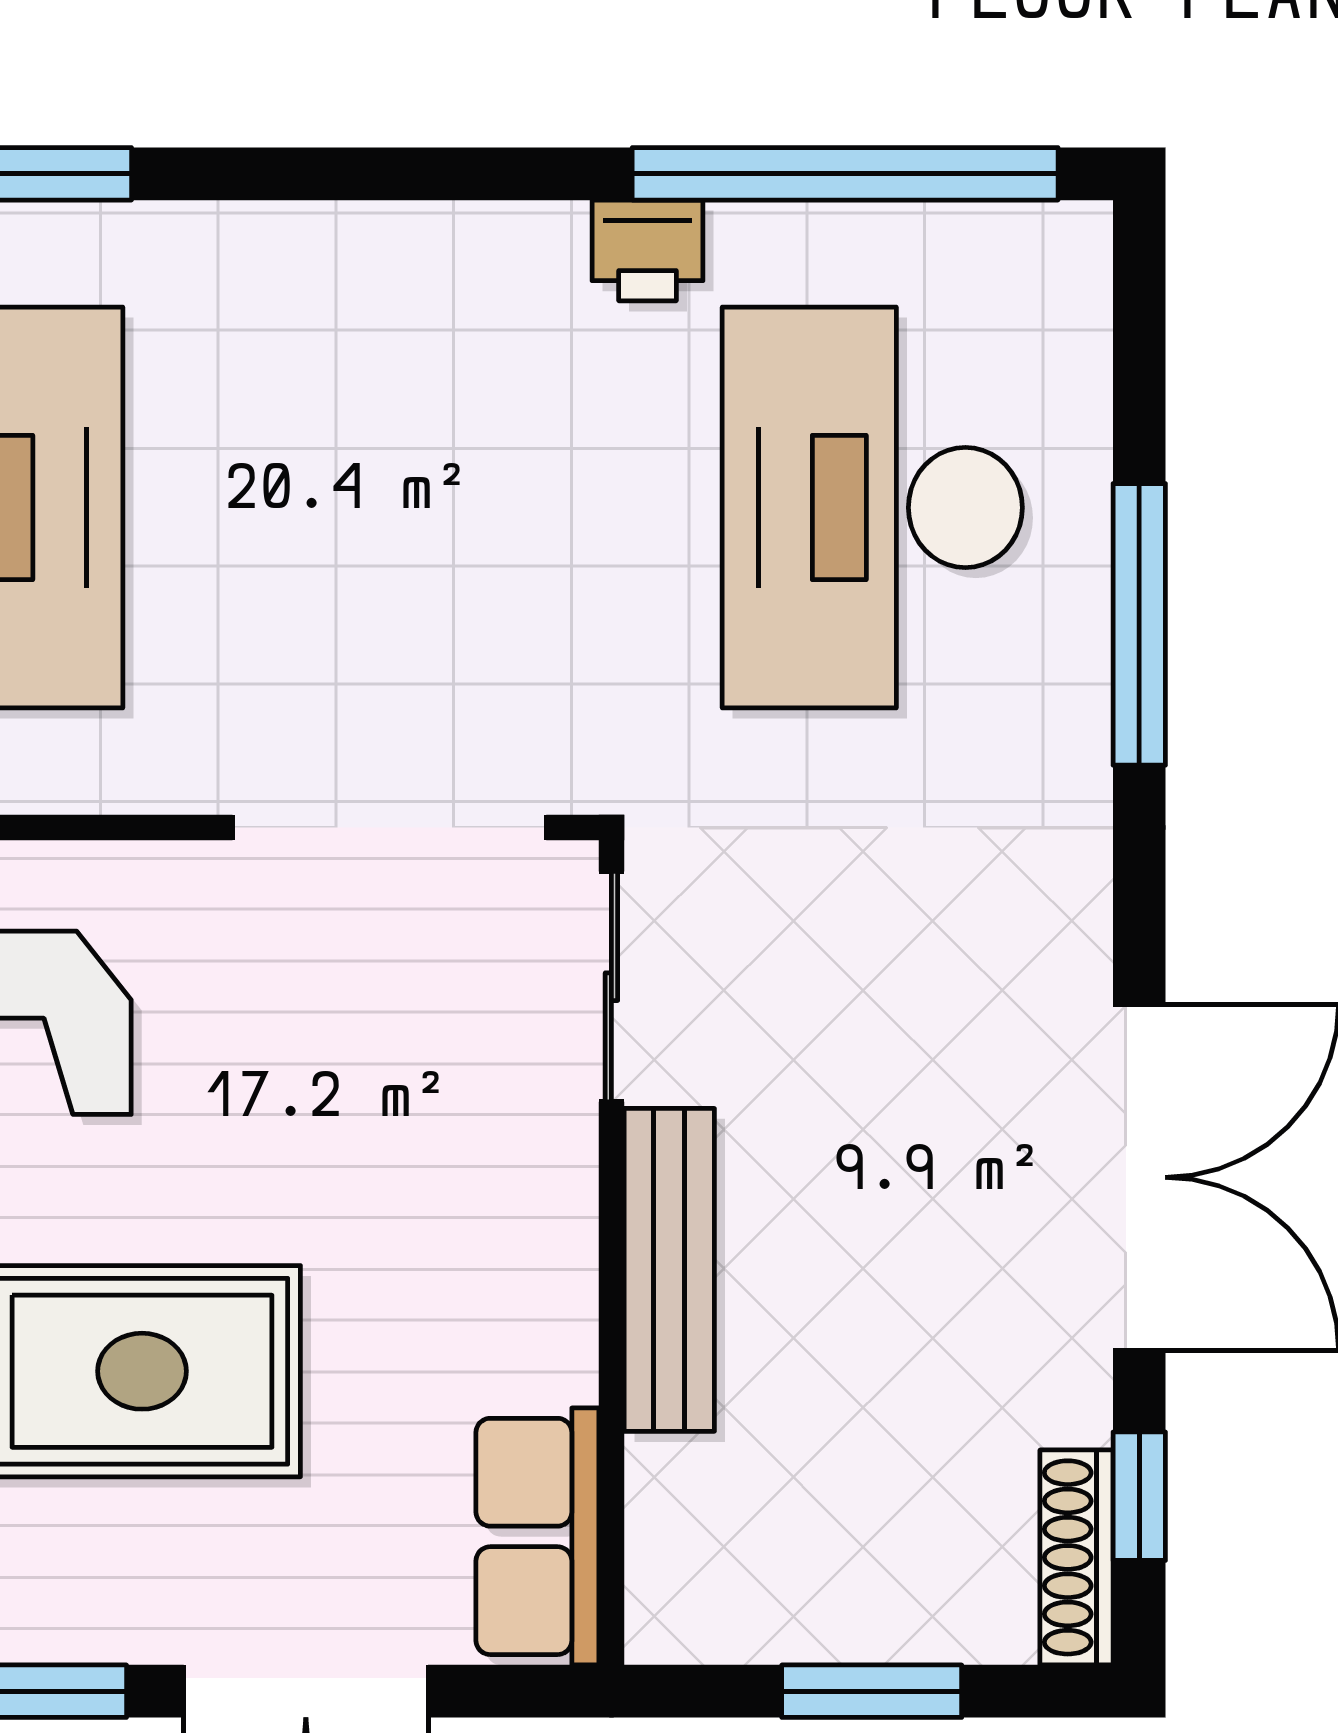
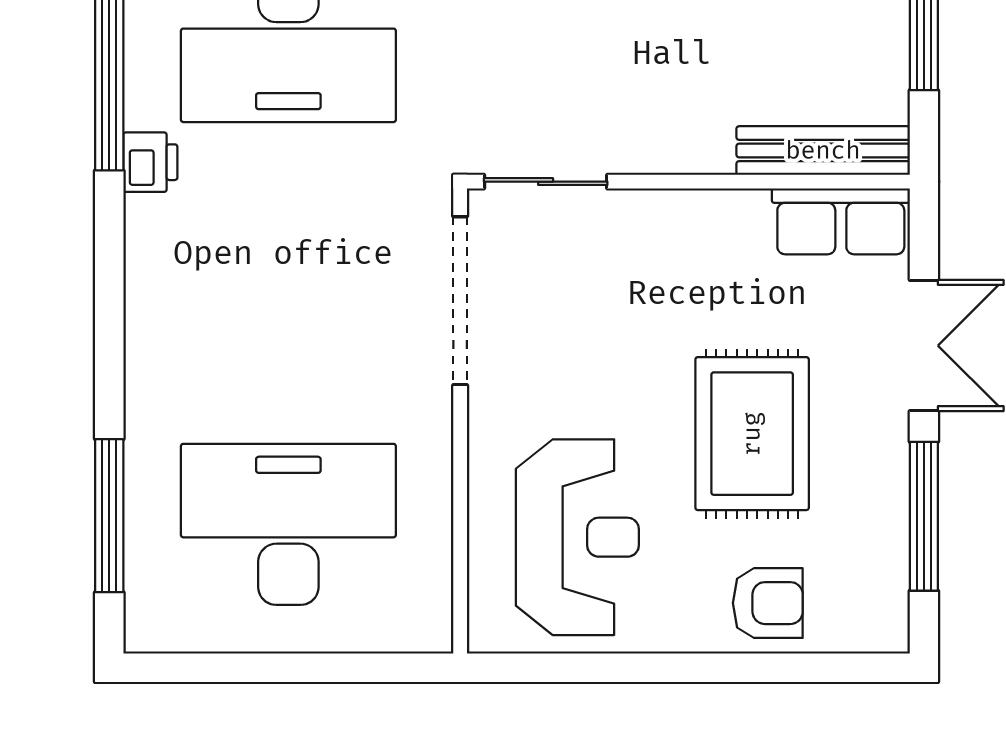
bench: (669, 1270) -> (823, 151), moved

